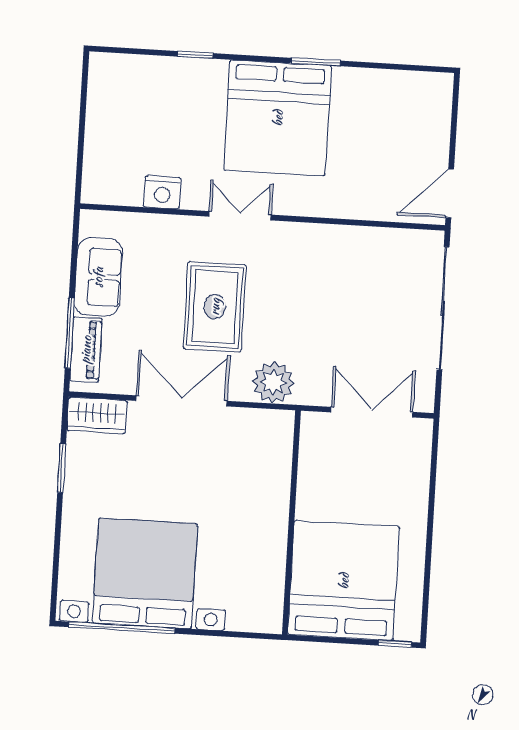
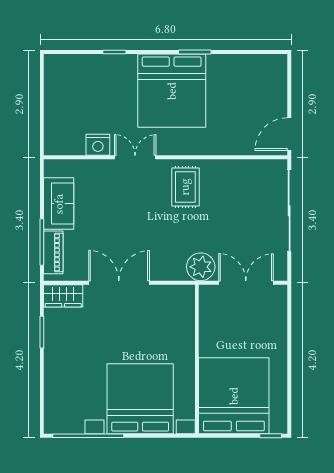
double door: (240, 216) -> (135, 157), moved
rug: (215, 307) -> (185, 187), moved, width x0.73, depth x0.70
plant: (273, 382) -> (201, 267), moved
bed with nightstands: (145, 573) -> (140, 399), moved

